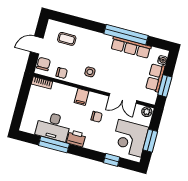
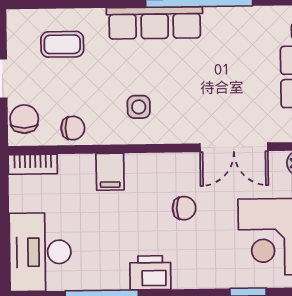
row of seats: (131, 47) -> (155, 23), moved
filing cabinet: (82, 97) -> (110, 172), moved
desk: (53, 126) -> (40, 252), moved, turned 90

